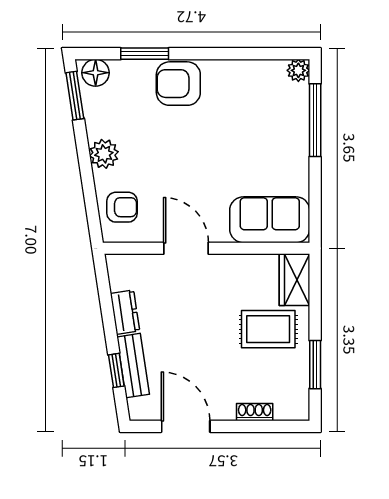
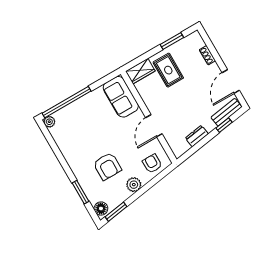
armchair: (178, 84) -> (107, 166), moved
window: (315, 120) -> (67, 102), width x1.46
bench: (133, 366) -> (226, 112), moved

